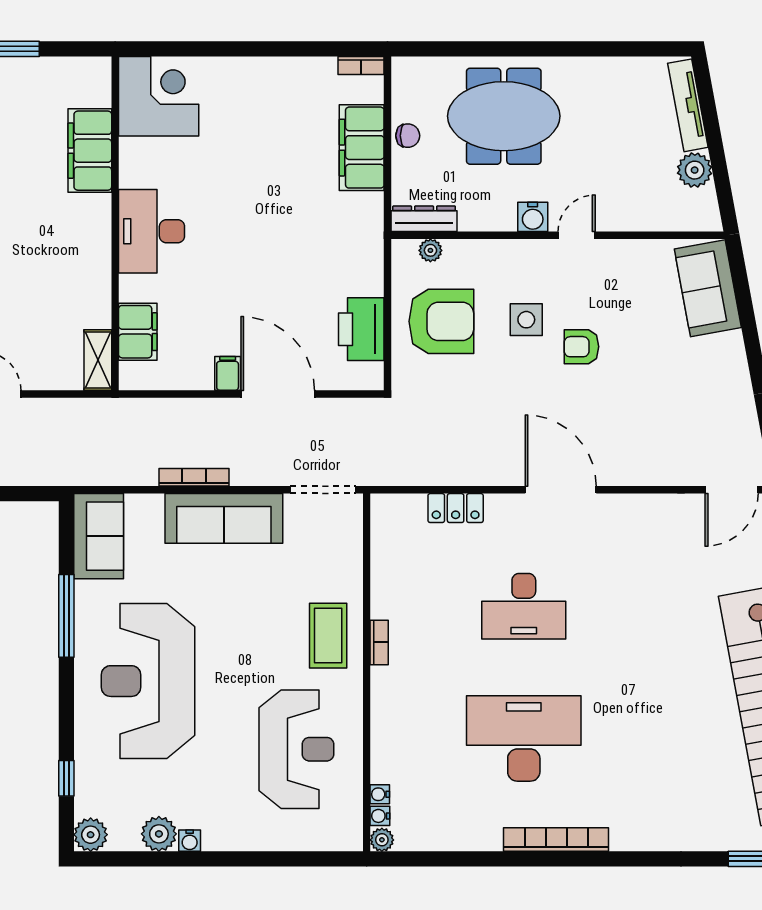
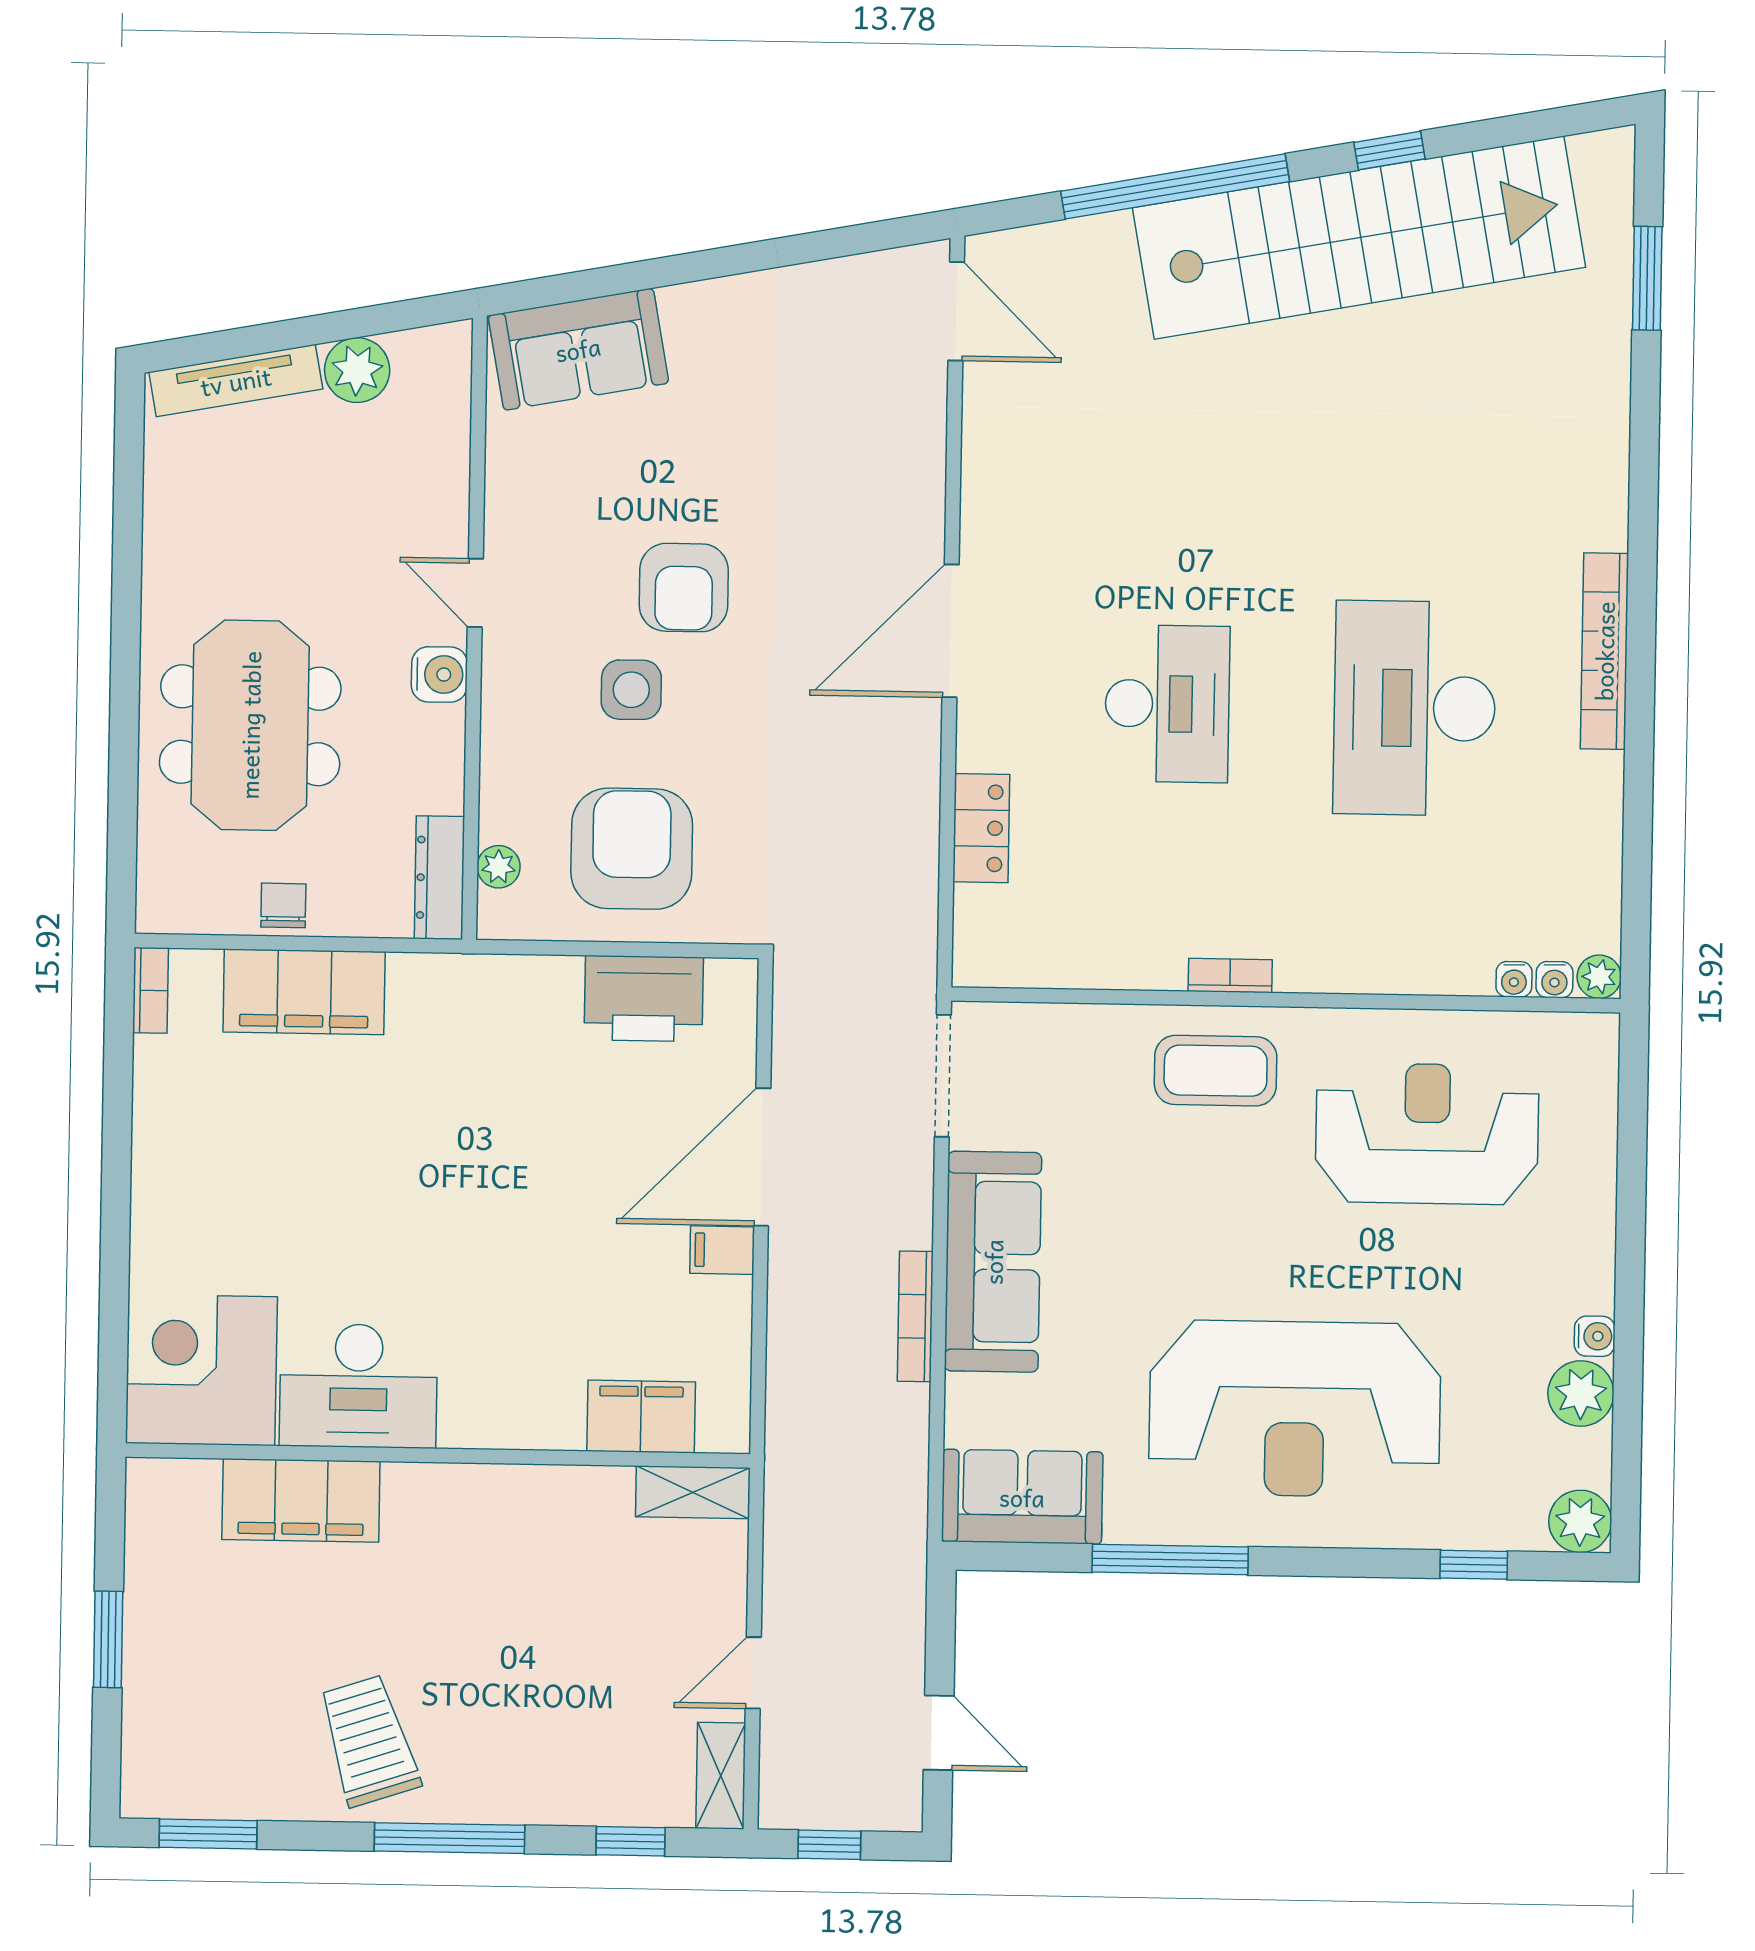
desk: (152, 231) -> (359, 1386), moved
armchair: (581, 347) -> (684, 588), width x1.38, depth x1.38

